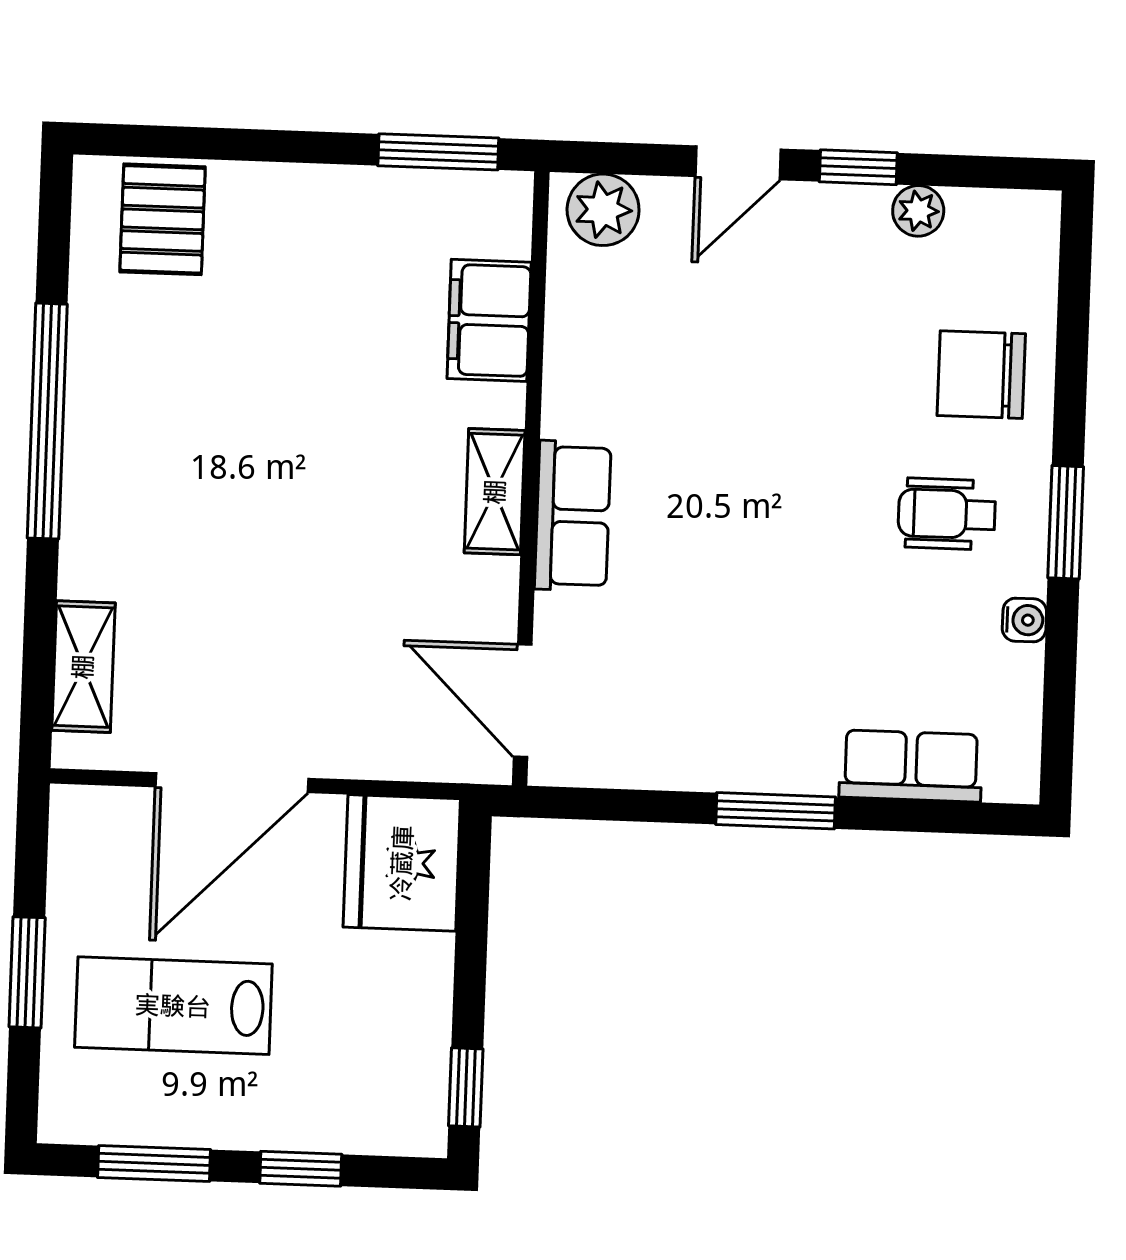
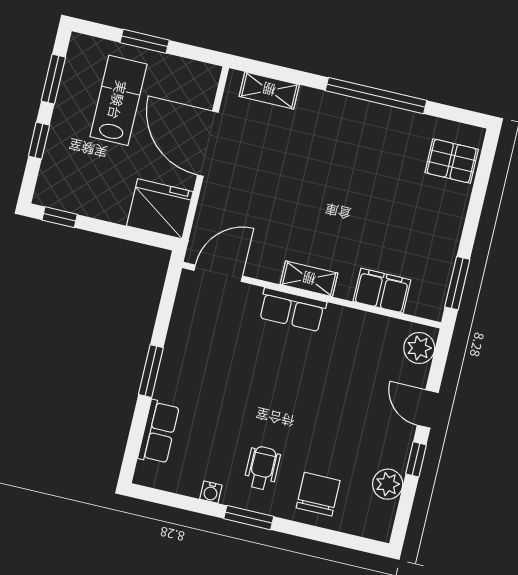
plant: (918, 211) -> (388, 484), width x1.38, depth x1.38

